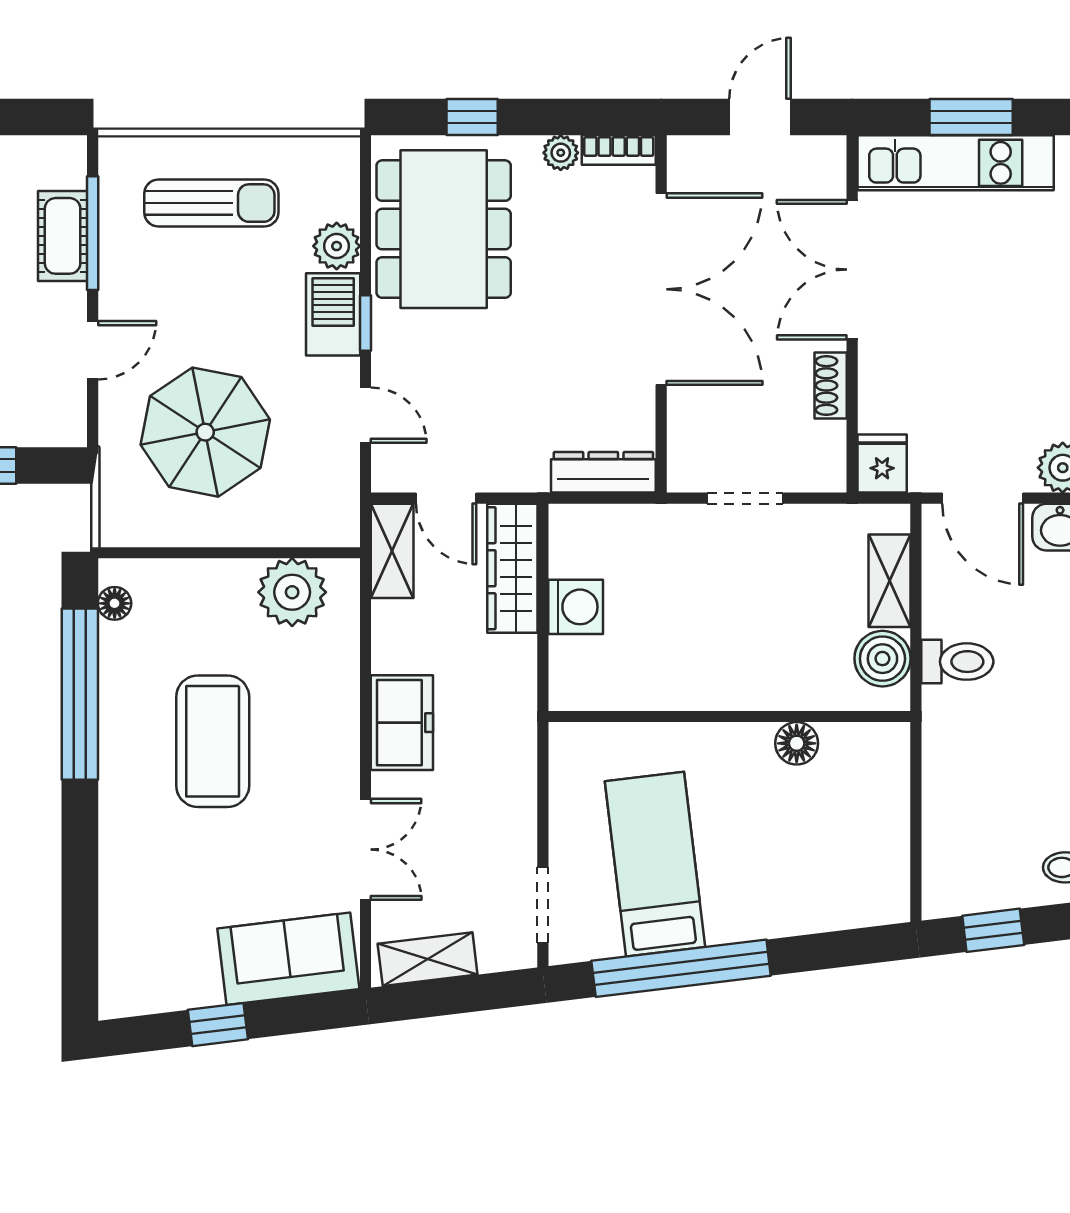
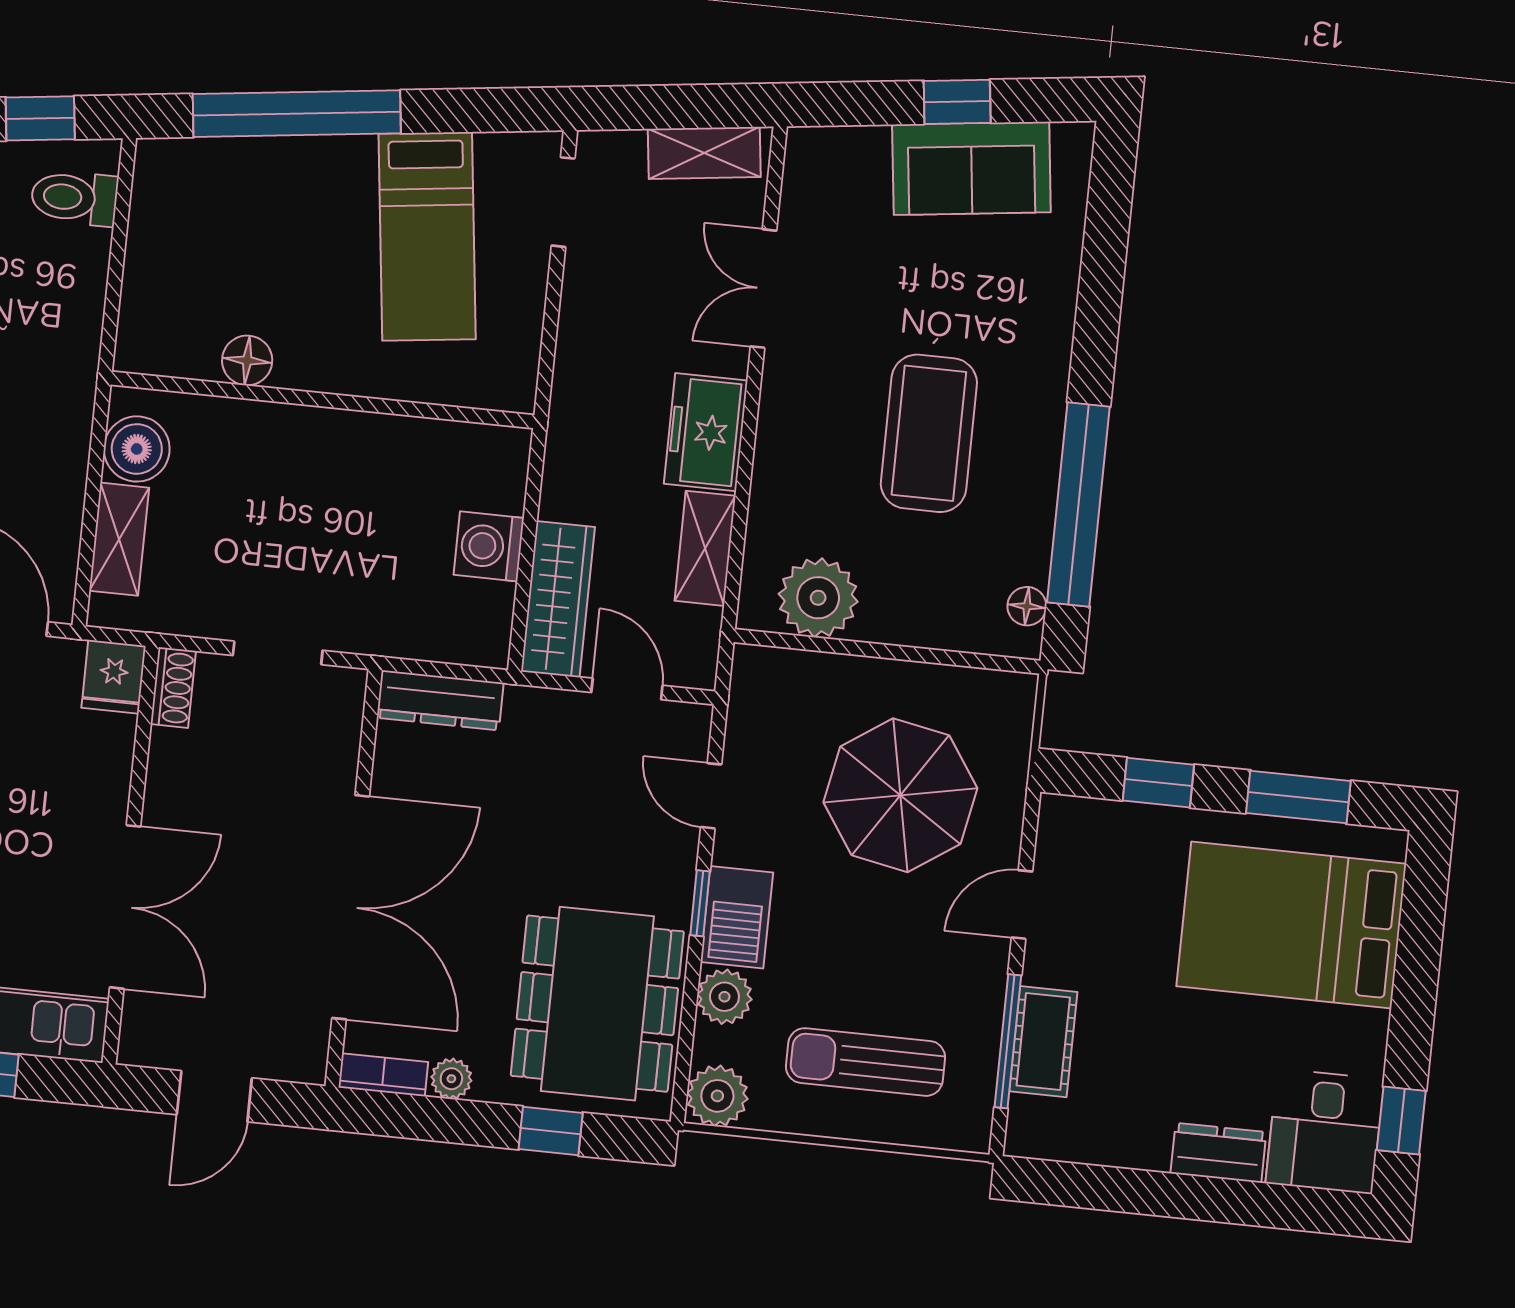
plant: (334, 161) -> (717, 1096), added
double door: (661, 289) -> (351, 907), swing flipped
shoe rack: (831, 385) -> (173, 688), moved
shelving: (392, 551) -> (705, 548), moved
toilet: (957, 662) -> (74, 198), moved
sofa: (288, 959) -> (971, 168), moved
window: (681, 968) -> (297, 114), moved

